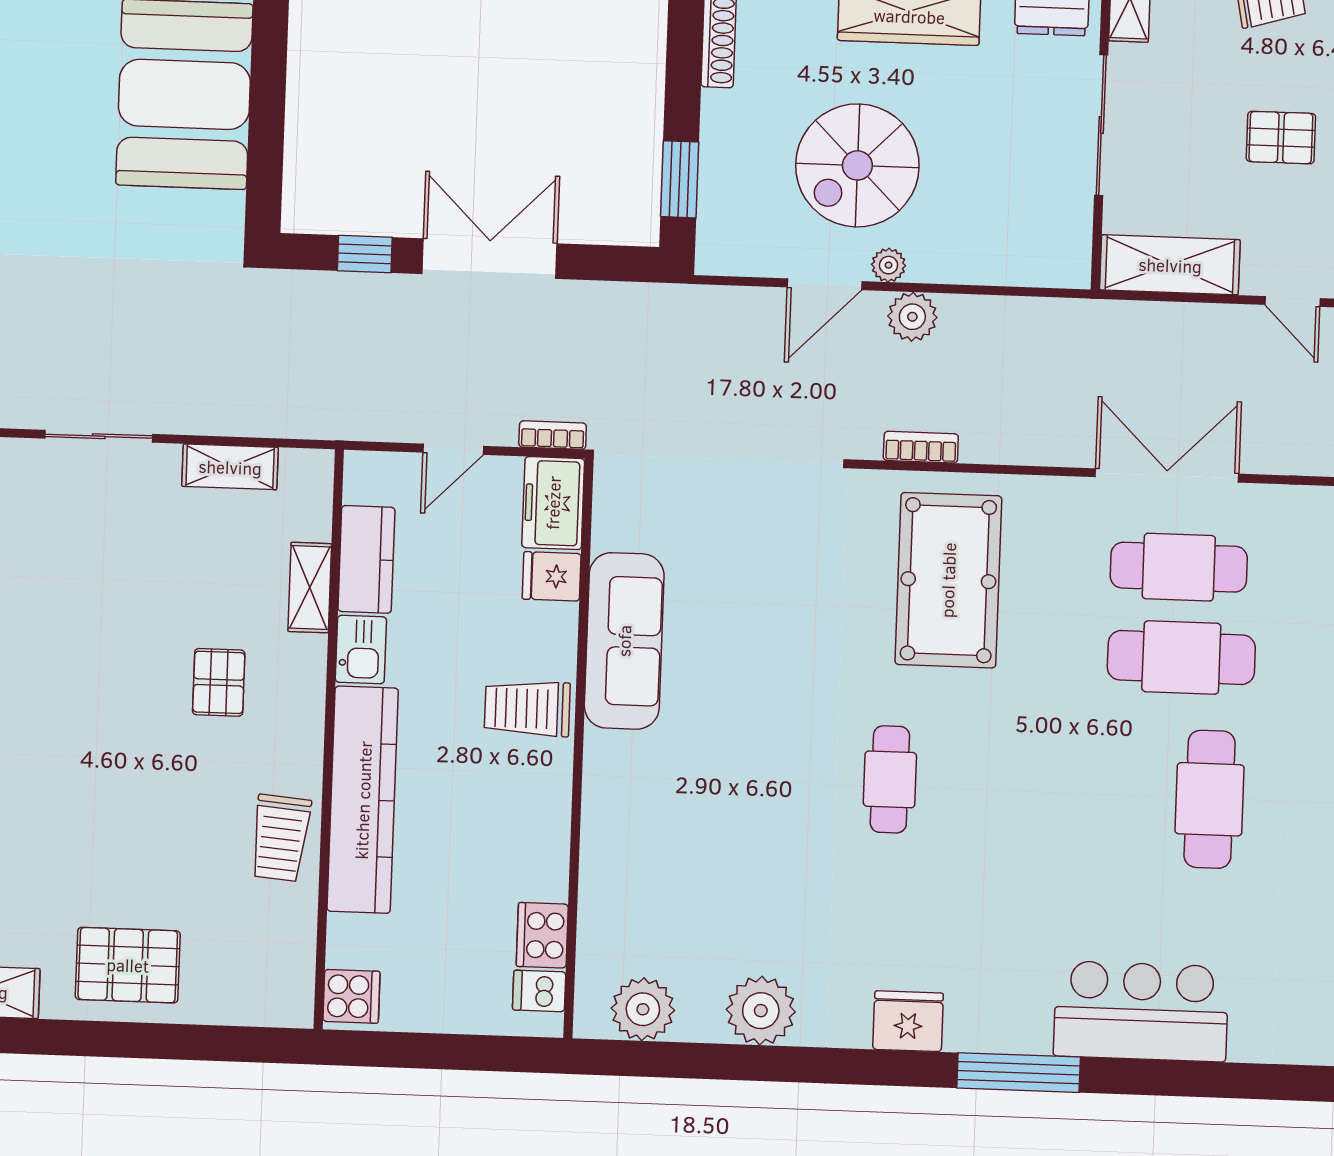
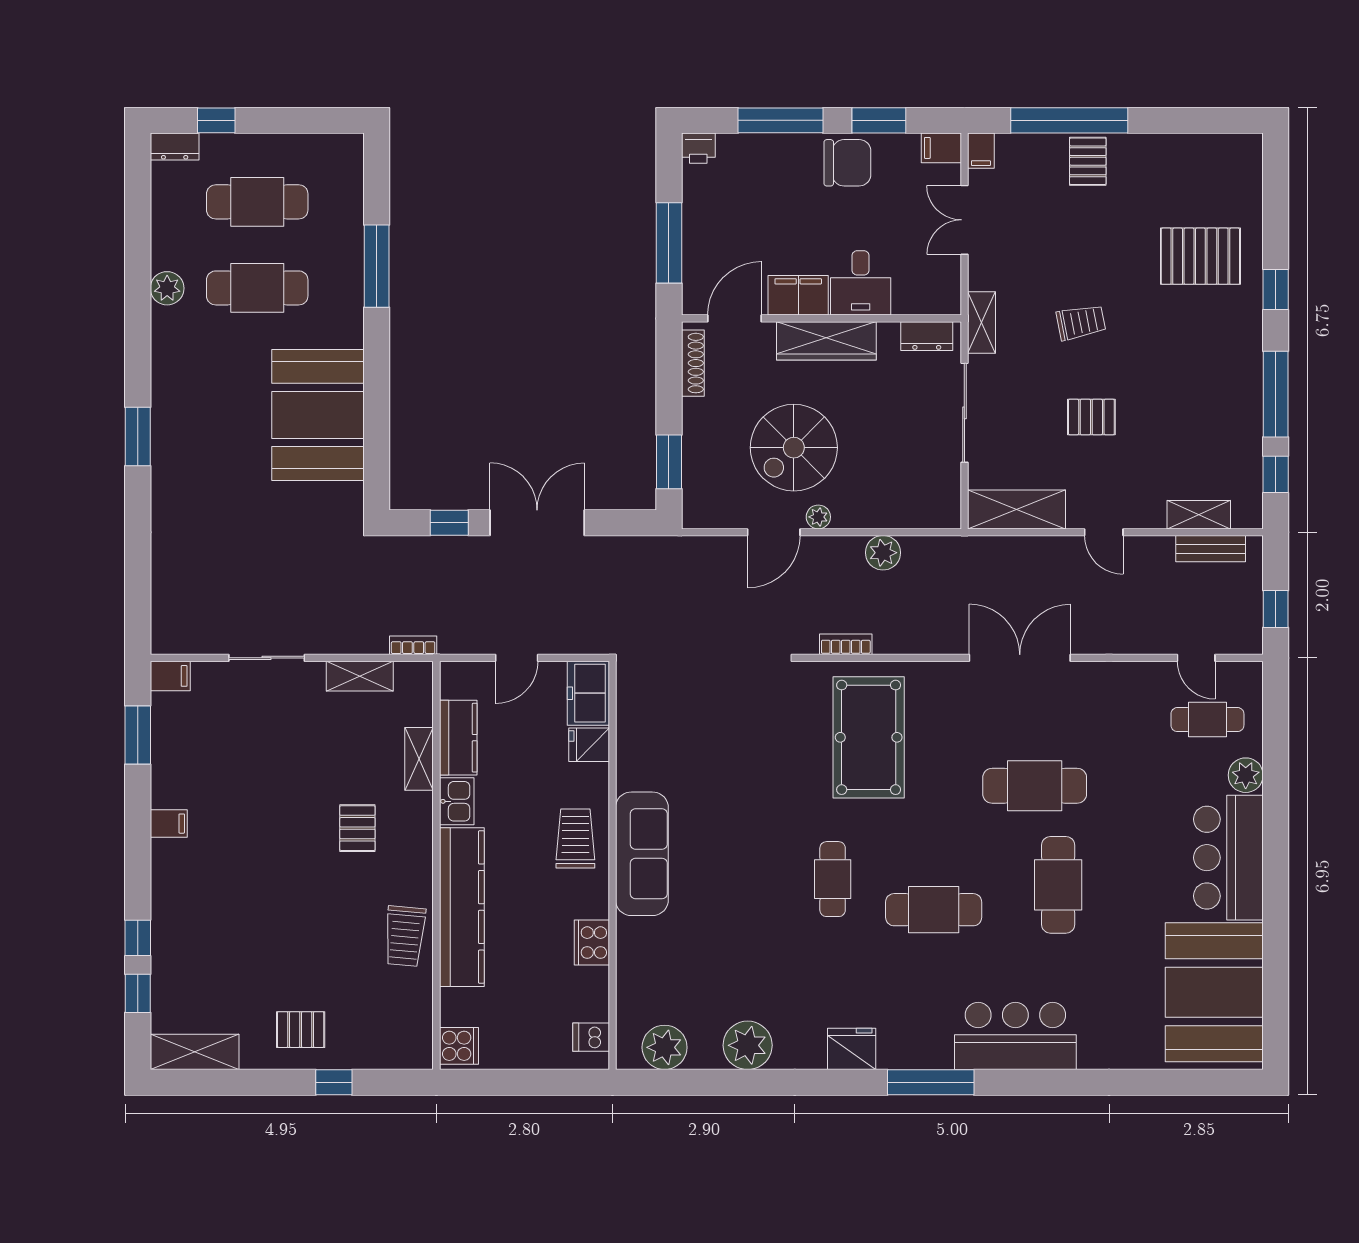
plant: (912, 317) -> (883, 553), moved
bookcase: (553, 435) -> (413, 645), moved
cafe table: (1179, 567) -> (934, 910), moved
sofa: (624, 641) -> (642, 854), moved
trolley: (527, 708) -> (575, 839), turned 90
cooker: (542, 935) -> (592, 943), moved
pallet: (128, 965) -> (301, 1030), width x0.67, depth x0.71
window: (172, 1042) -> (334, 1082), added

